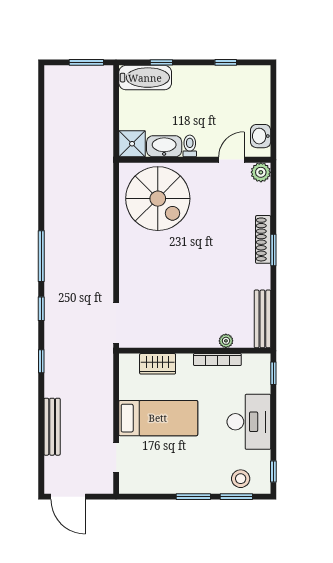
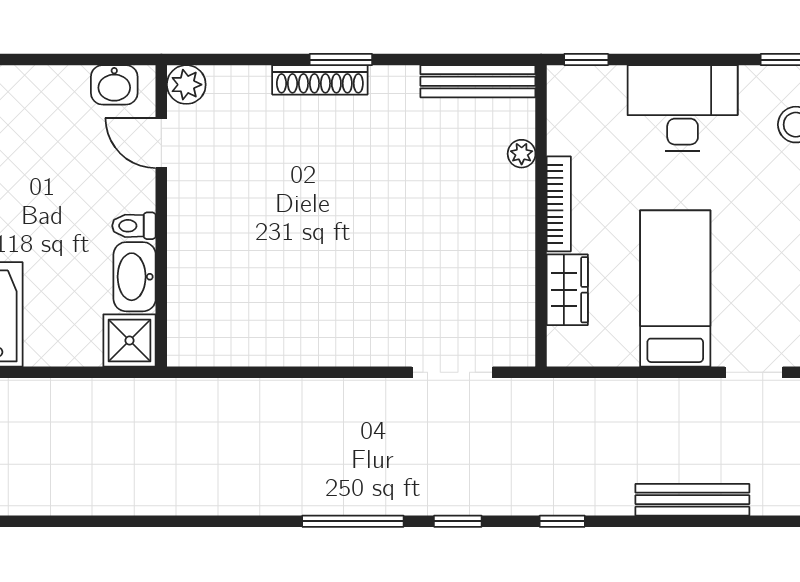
spiral stairs: (158, 199) -> (239, 289), removed
doorway: (116, 323) -> (452, 372), moved
bookcase: (217, 360) -> (559, 204), moved

